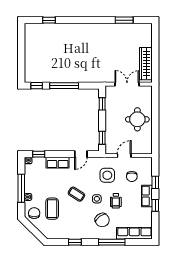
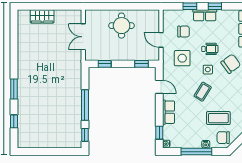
window: (124, 20) -> (14, 89), moved
wardrobe: (146, 64) -> (42, 16), moved, width x0.67

